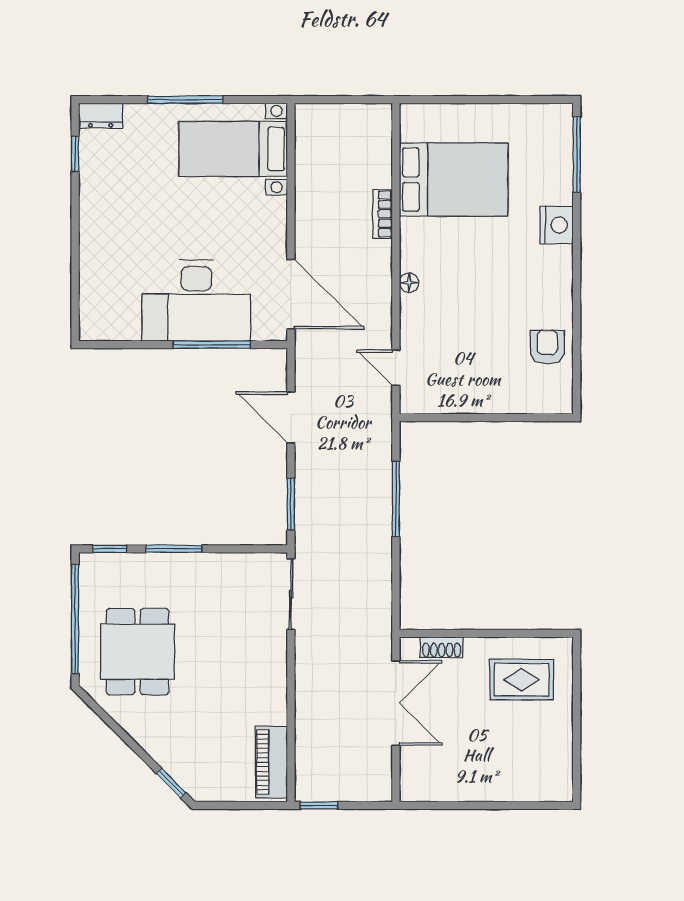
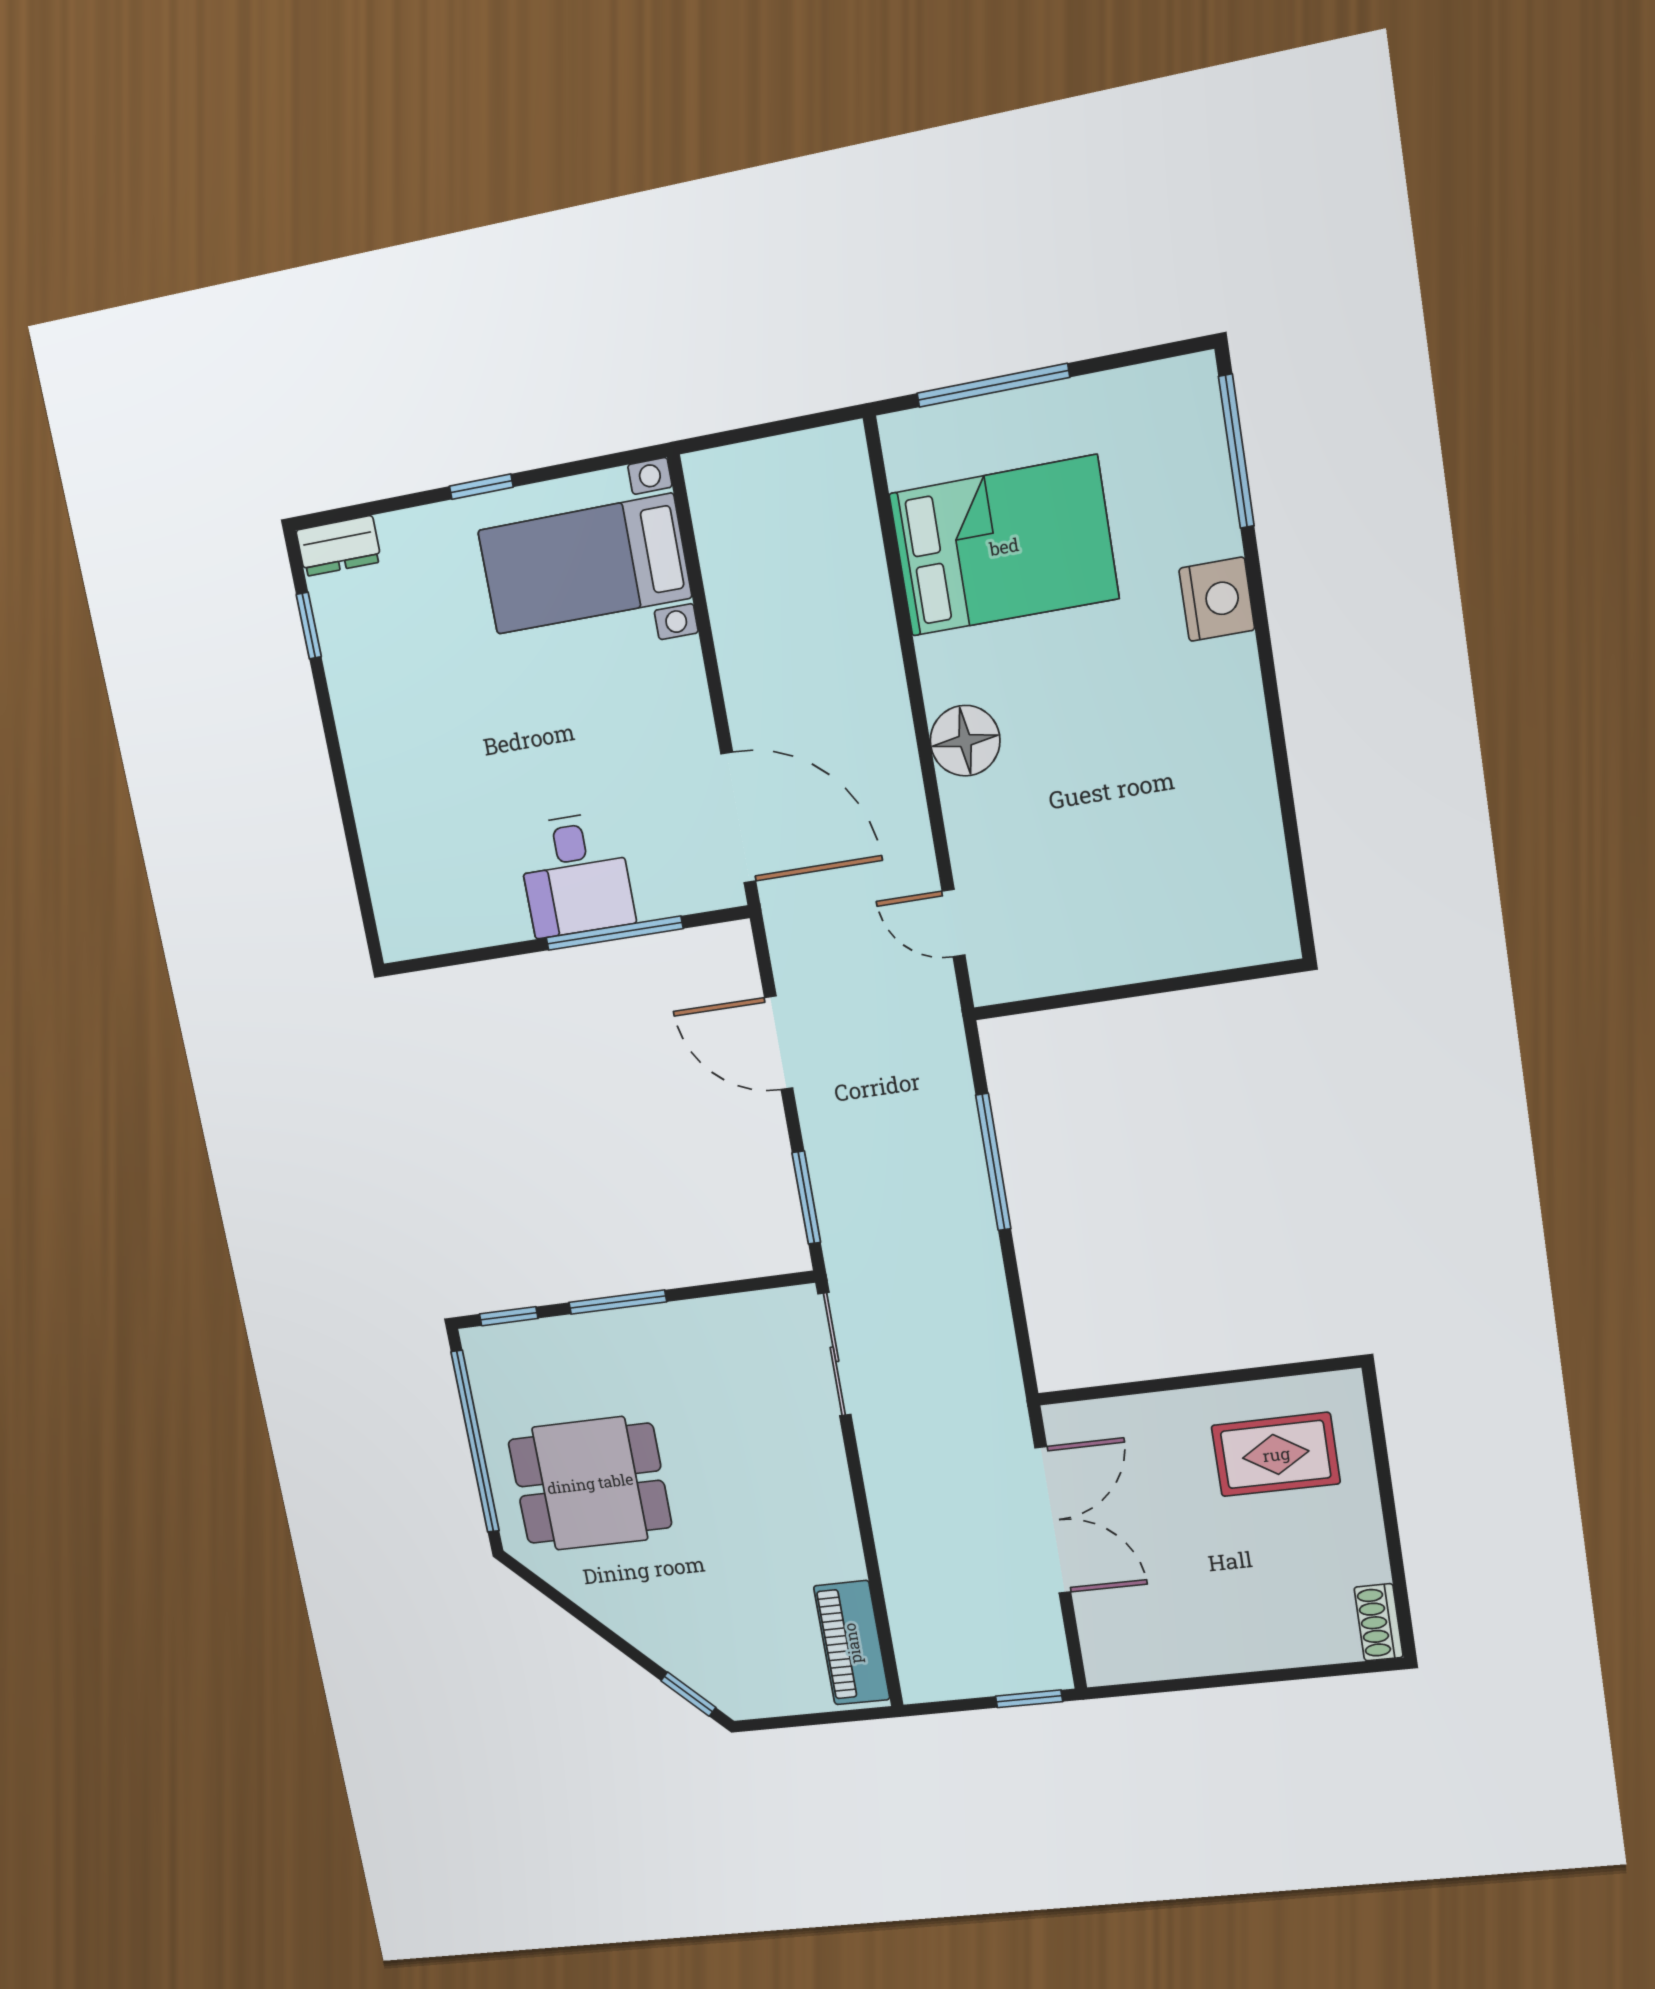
window: (185, 100) -> (481, 487), width x0.46
window: (461, 100) -> (993, 385), added
bookcase: (383, 214) -> (880, 637), removed
floor lamp: (409, 283) -> (965, 741), width x1.89, depth x1.89
desk: (196, 301) -> (575, 875), width x0.53, depth x0.77
armchair: (547, 347) -> (1234, 839), removed
shoe rack: (442, 647) -> (1379, 1622), moved, turned 90
dining table: (138, 652) -> (590, 1483), turned 90
window: (319, 805) -> (1029, 1699), moved

